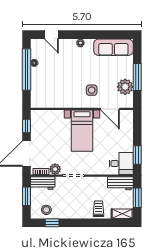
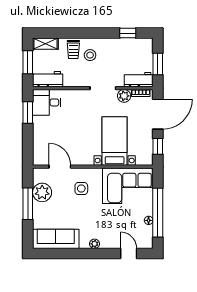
corner sofa: (52, 92) -> (128, 186), added
bed with nightstands: (82, 131) -> (115, 141), moved
stool: (46, 210) -> (90, 55), moved

